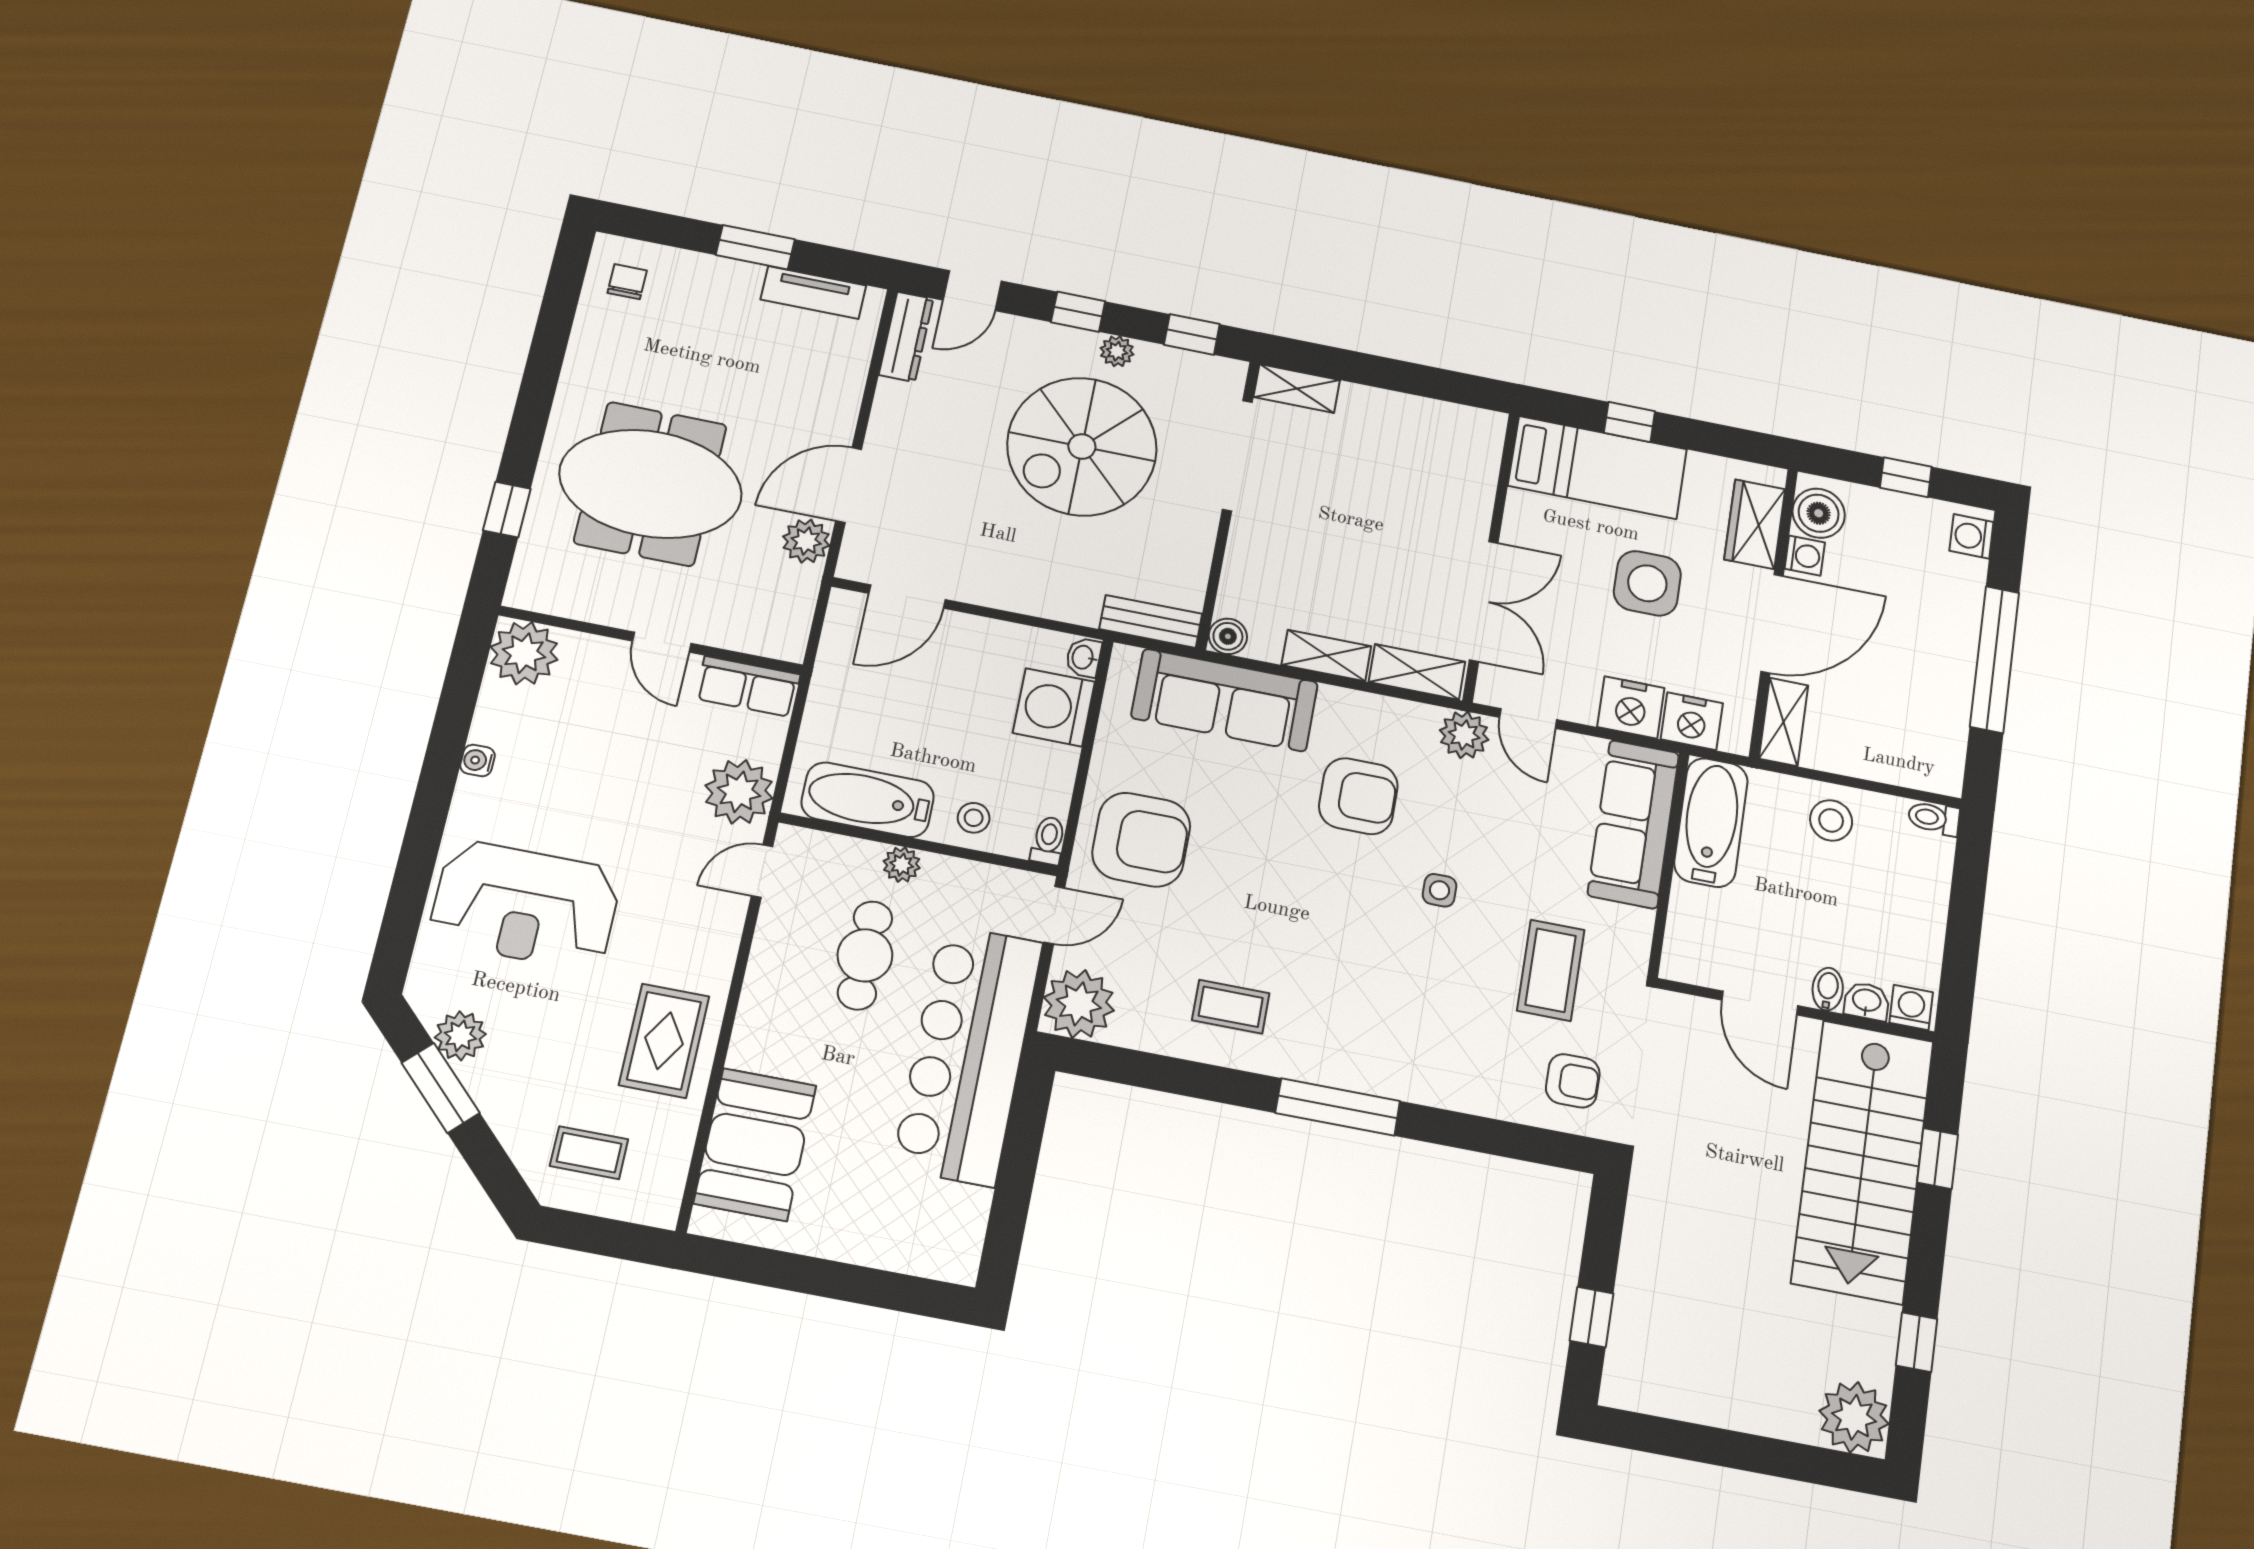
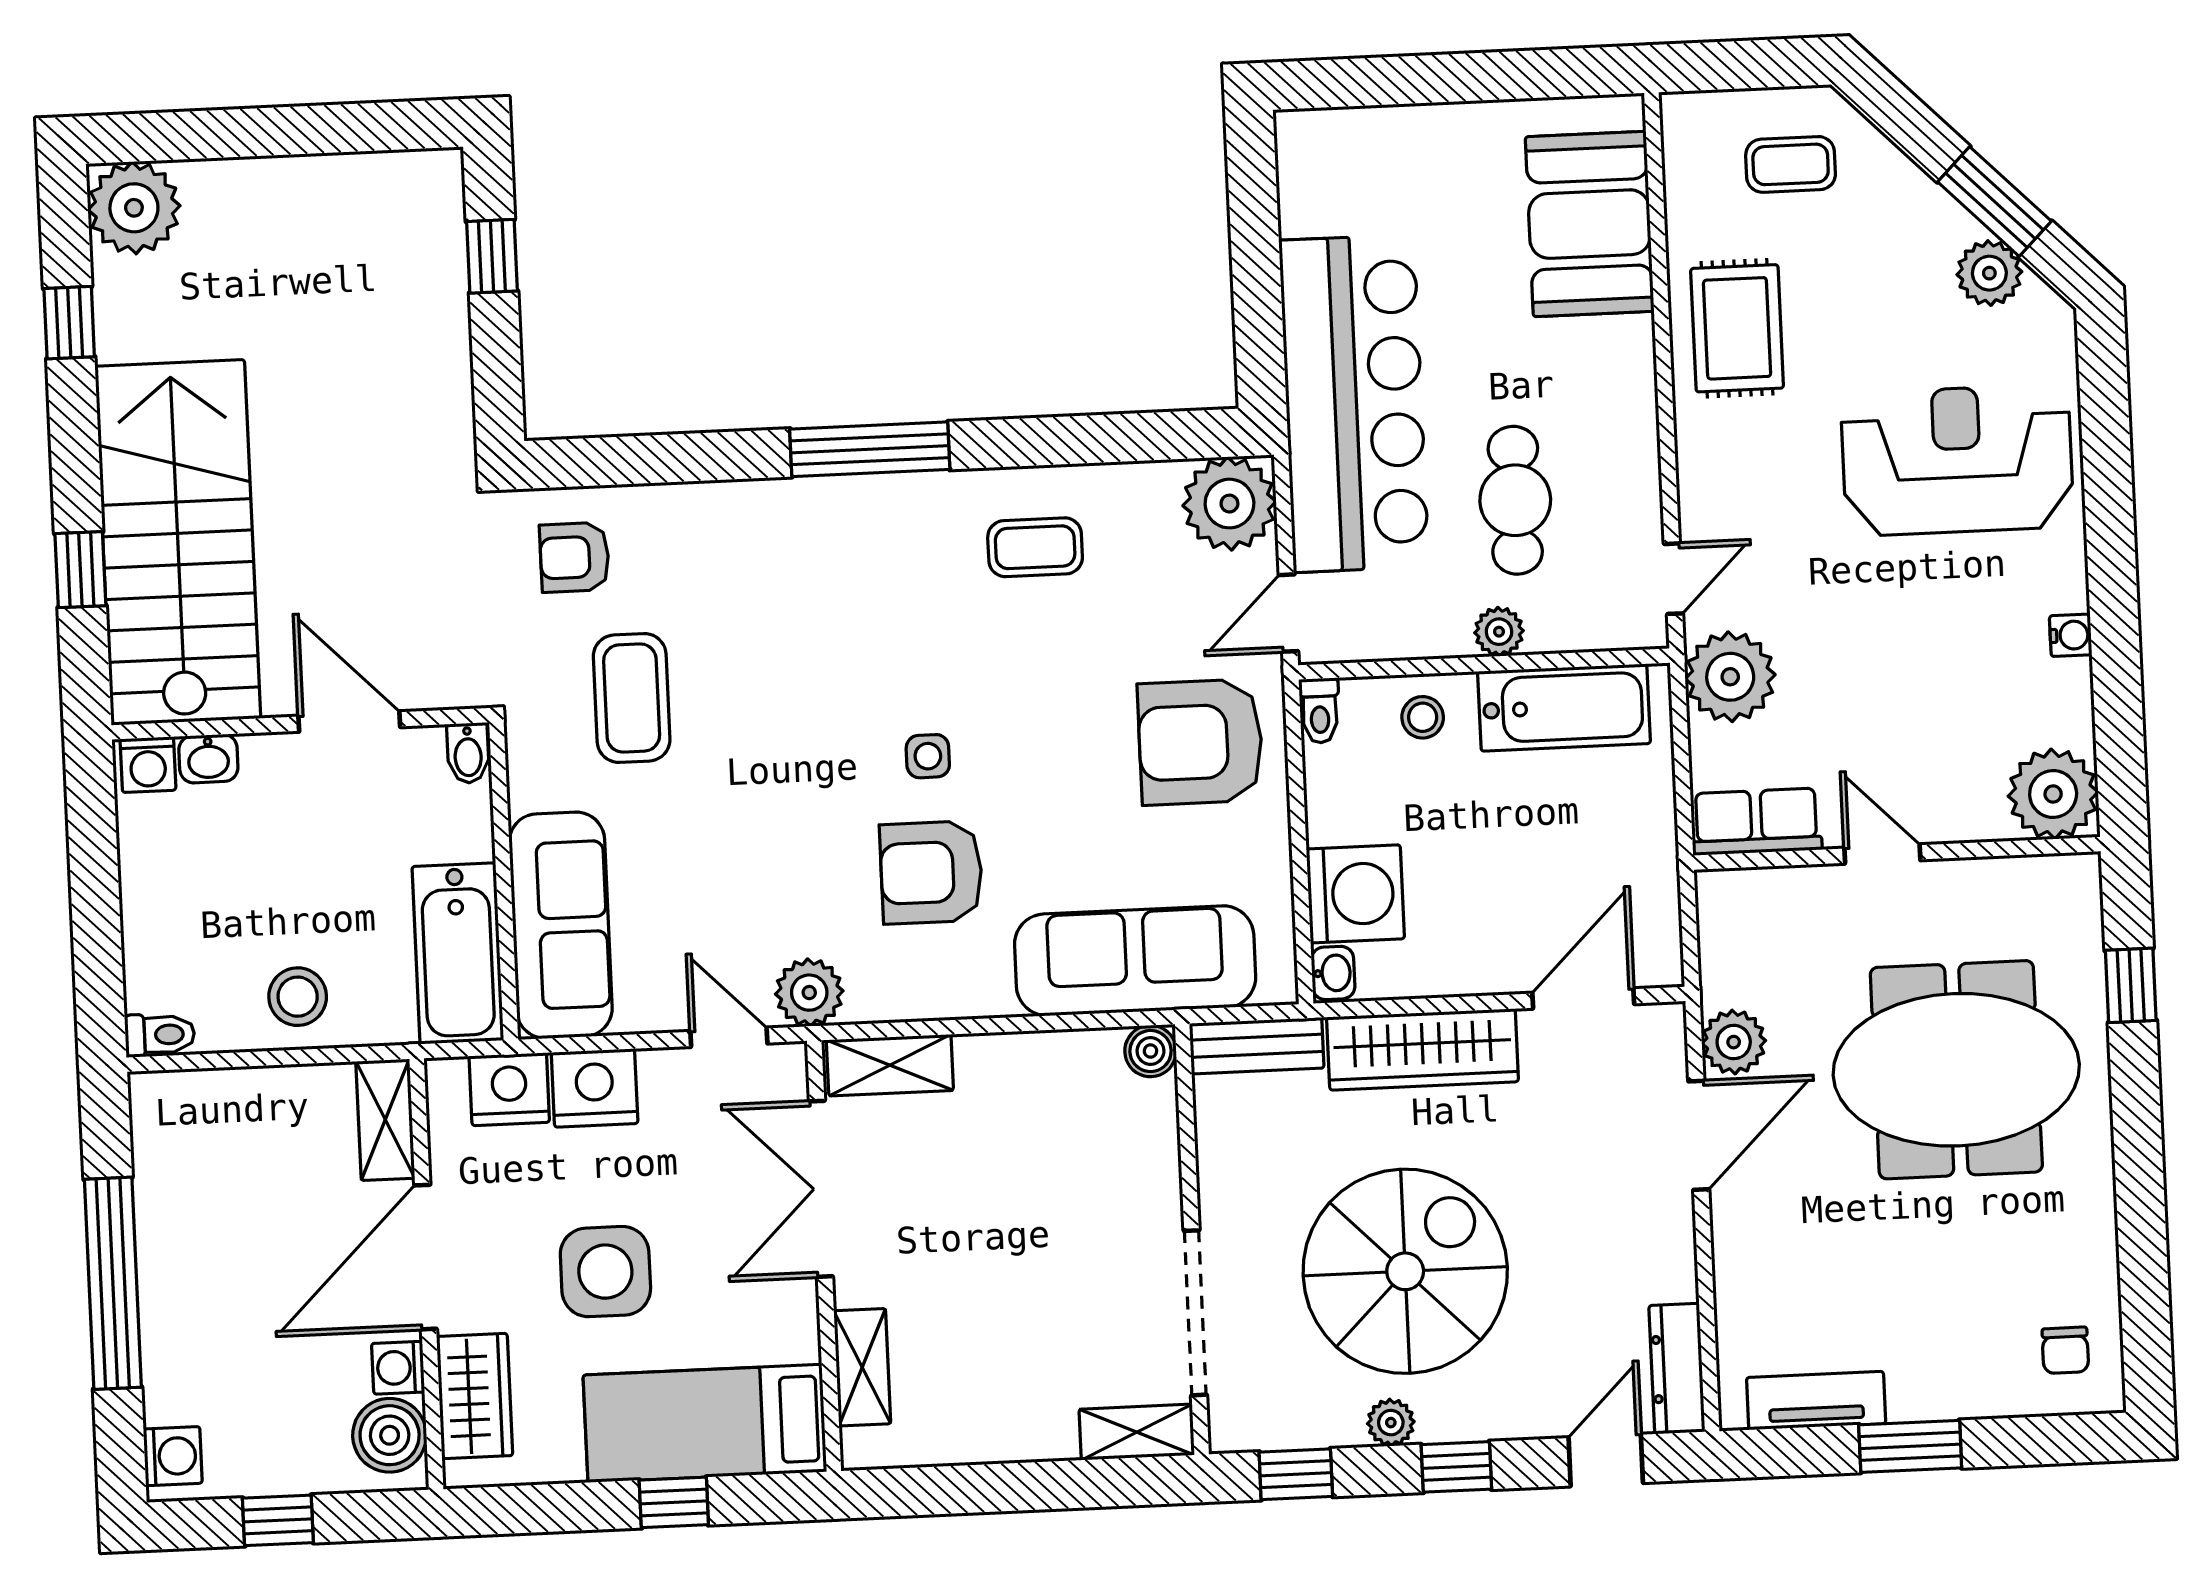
wardrobe: (1032, 590) -> (1423, 1049), added
shelving: (1326, 656) -> (862, 1367), moved, turned 90
side table: (1440, 890) -> (928, 756), moved
bidet: (1828, 989) -> (468, 753), moved

